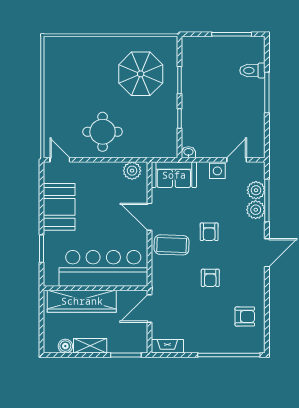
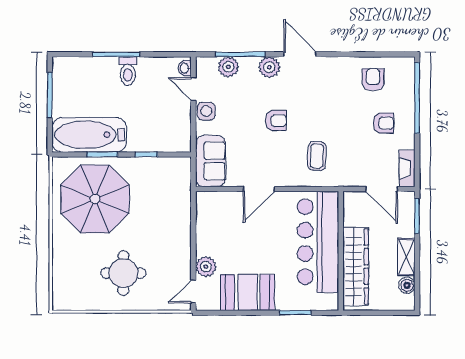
bathtub: (197, 69) -> (89, 135), added
toilet: (252, 71) -> (128, 71), moved
parasol: (141, 74) -> (95, 199), width x1.36, depth x1.36
round table: (103, 132) -> (123, 273), moved
washbasin: (188, 152) -> (185, 68), moved
plant: (132, 171) -> (206, 267), moved
plant: (256, 210) -> (269, 67), moved
coffee table: (172, 245) -> (317, 156), moved, width x0.73, depth x0.77
armchair: (210, 278) -> (383, 123), moved
door: (149, 308) -> (382, 189), moved

